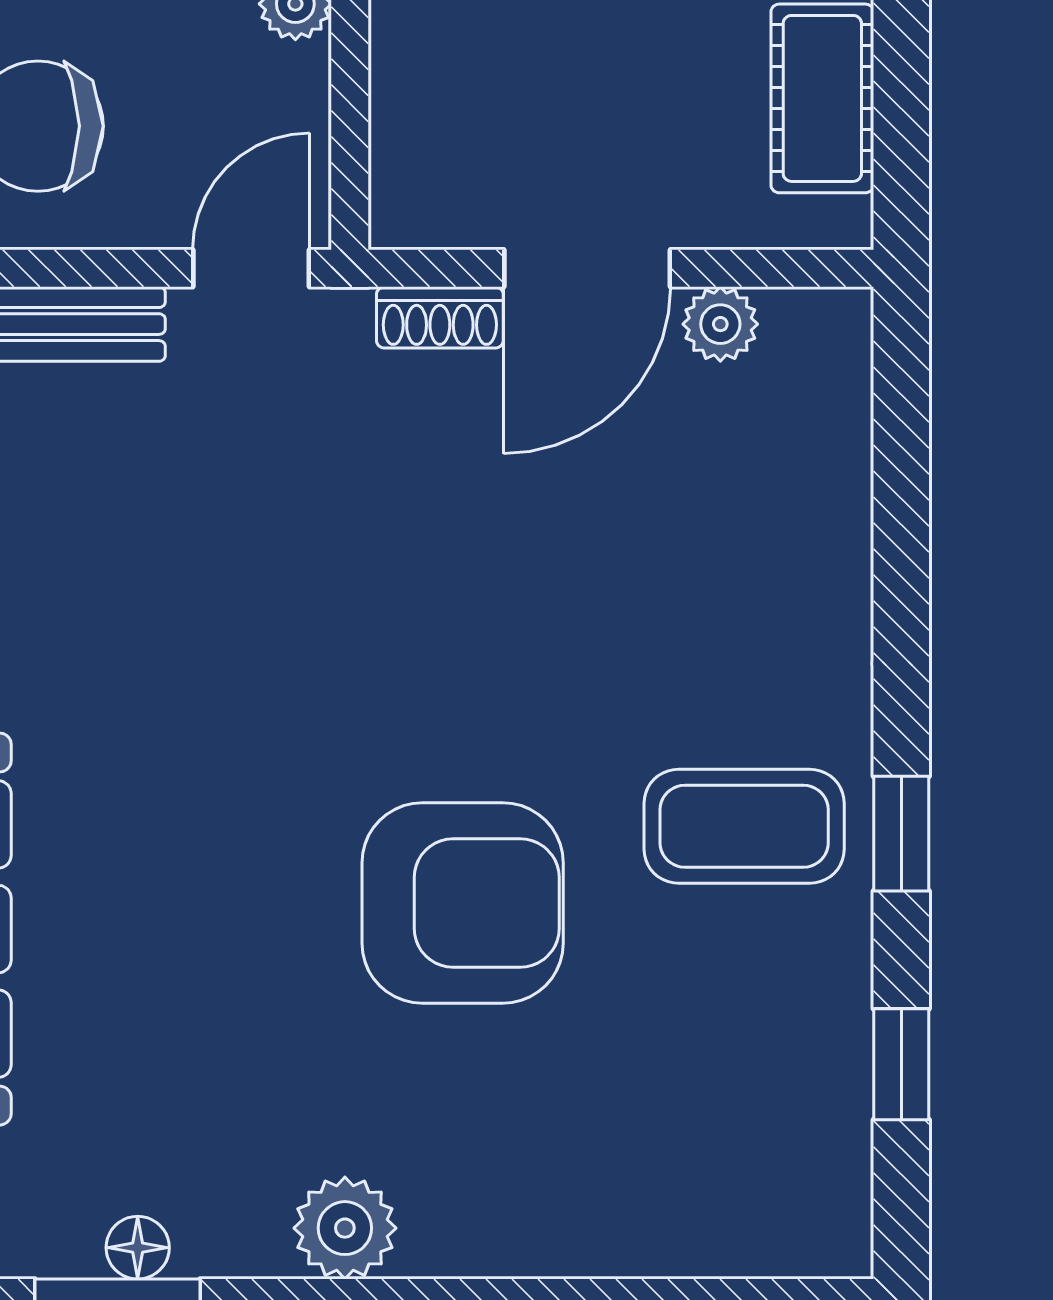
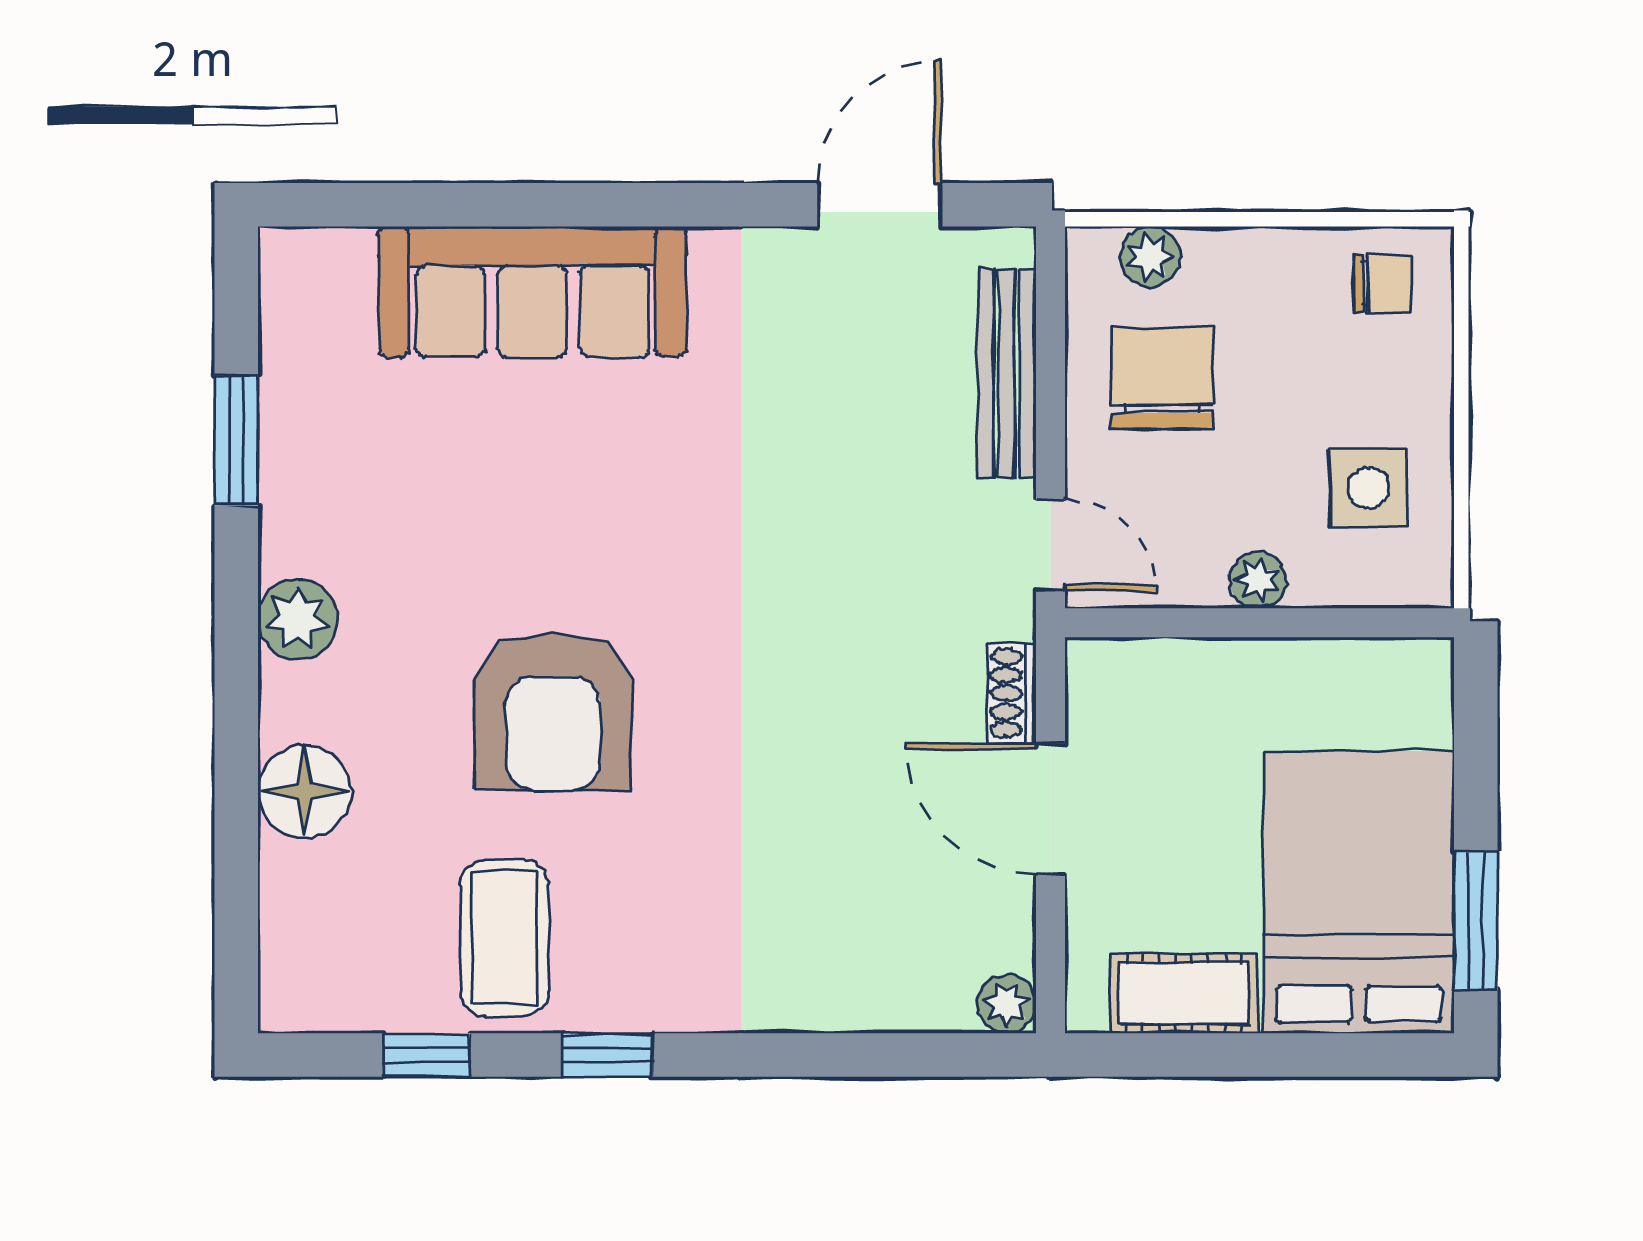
plant: (720, 324) -> (1007, 1004), moved
coffee table: (744, 826) -> (504, 938), moved
floor lamp: (138, 1248) -> (304, 792), moved, width x1.89, depth x1.89

